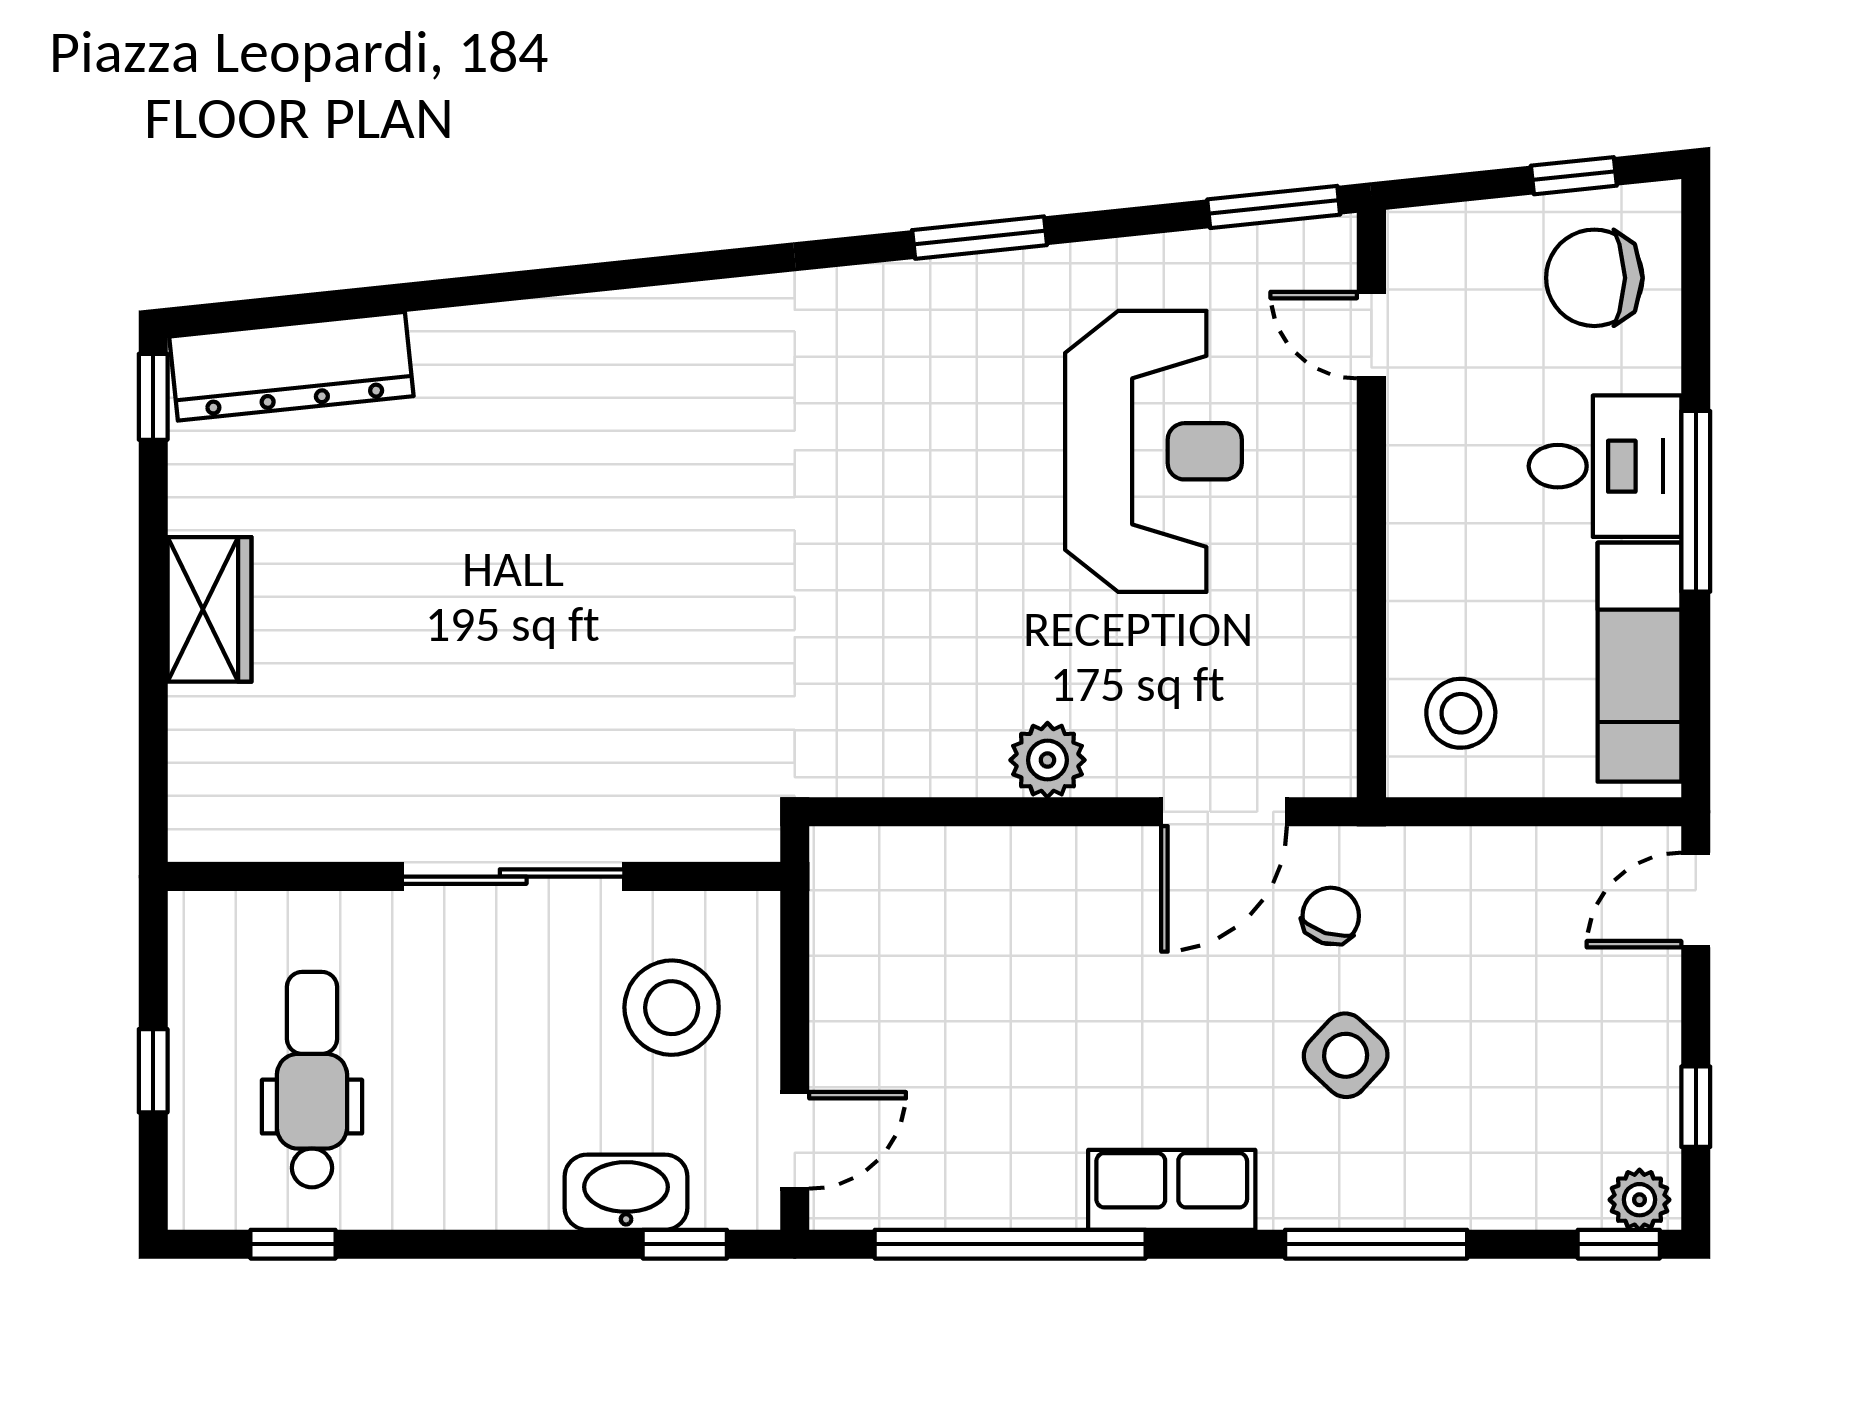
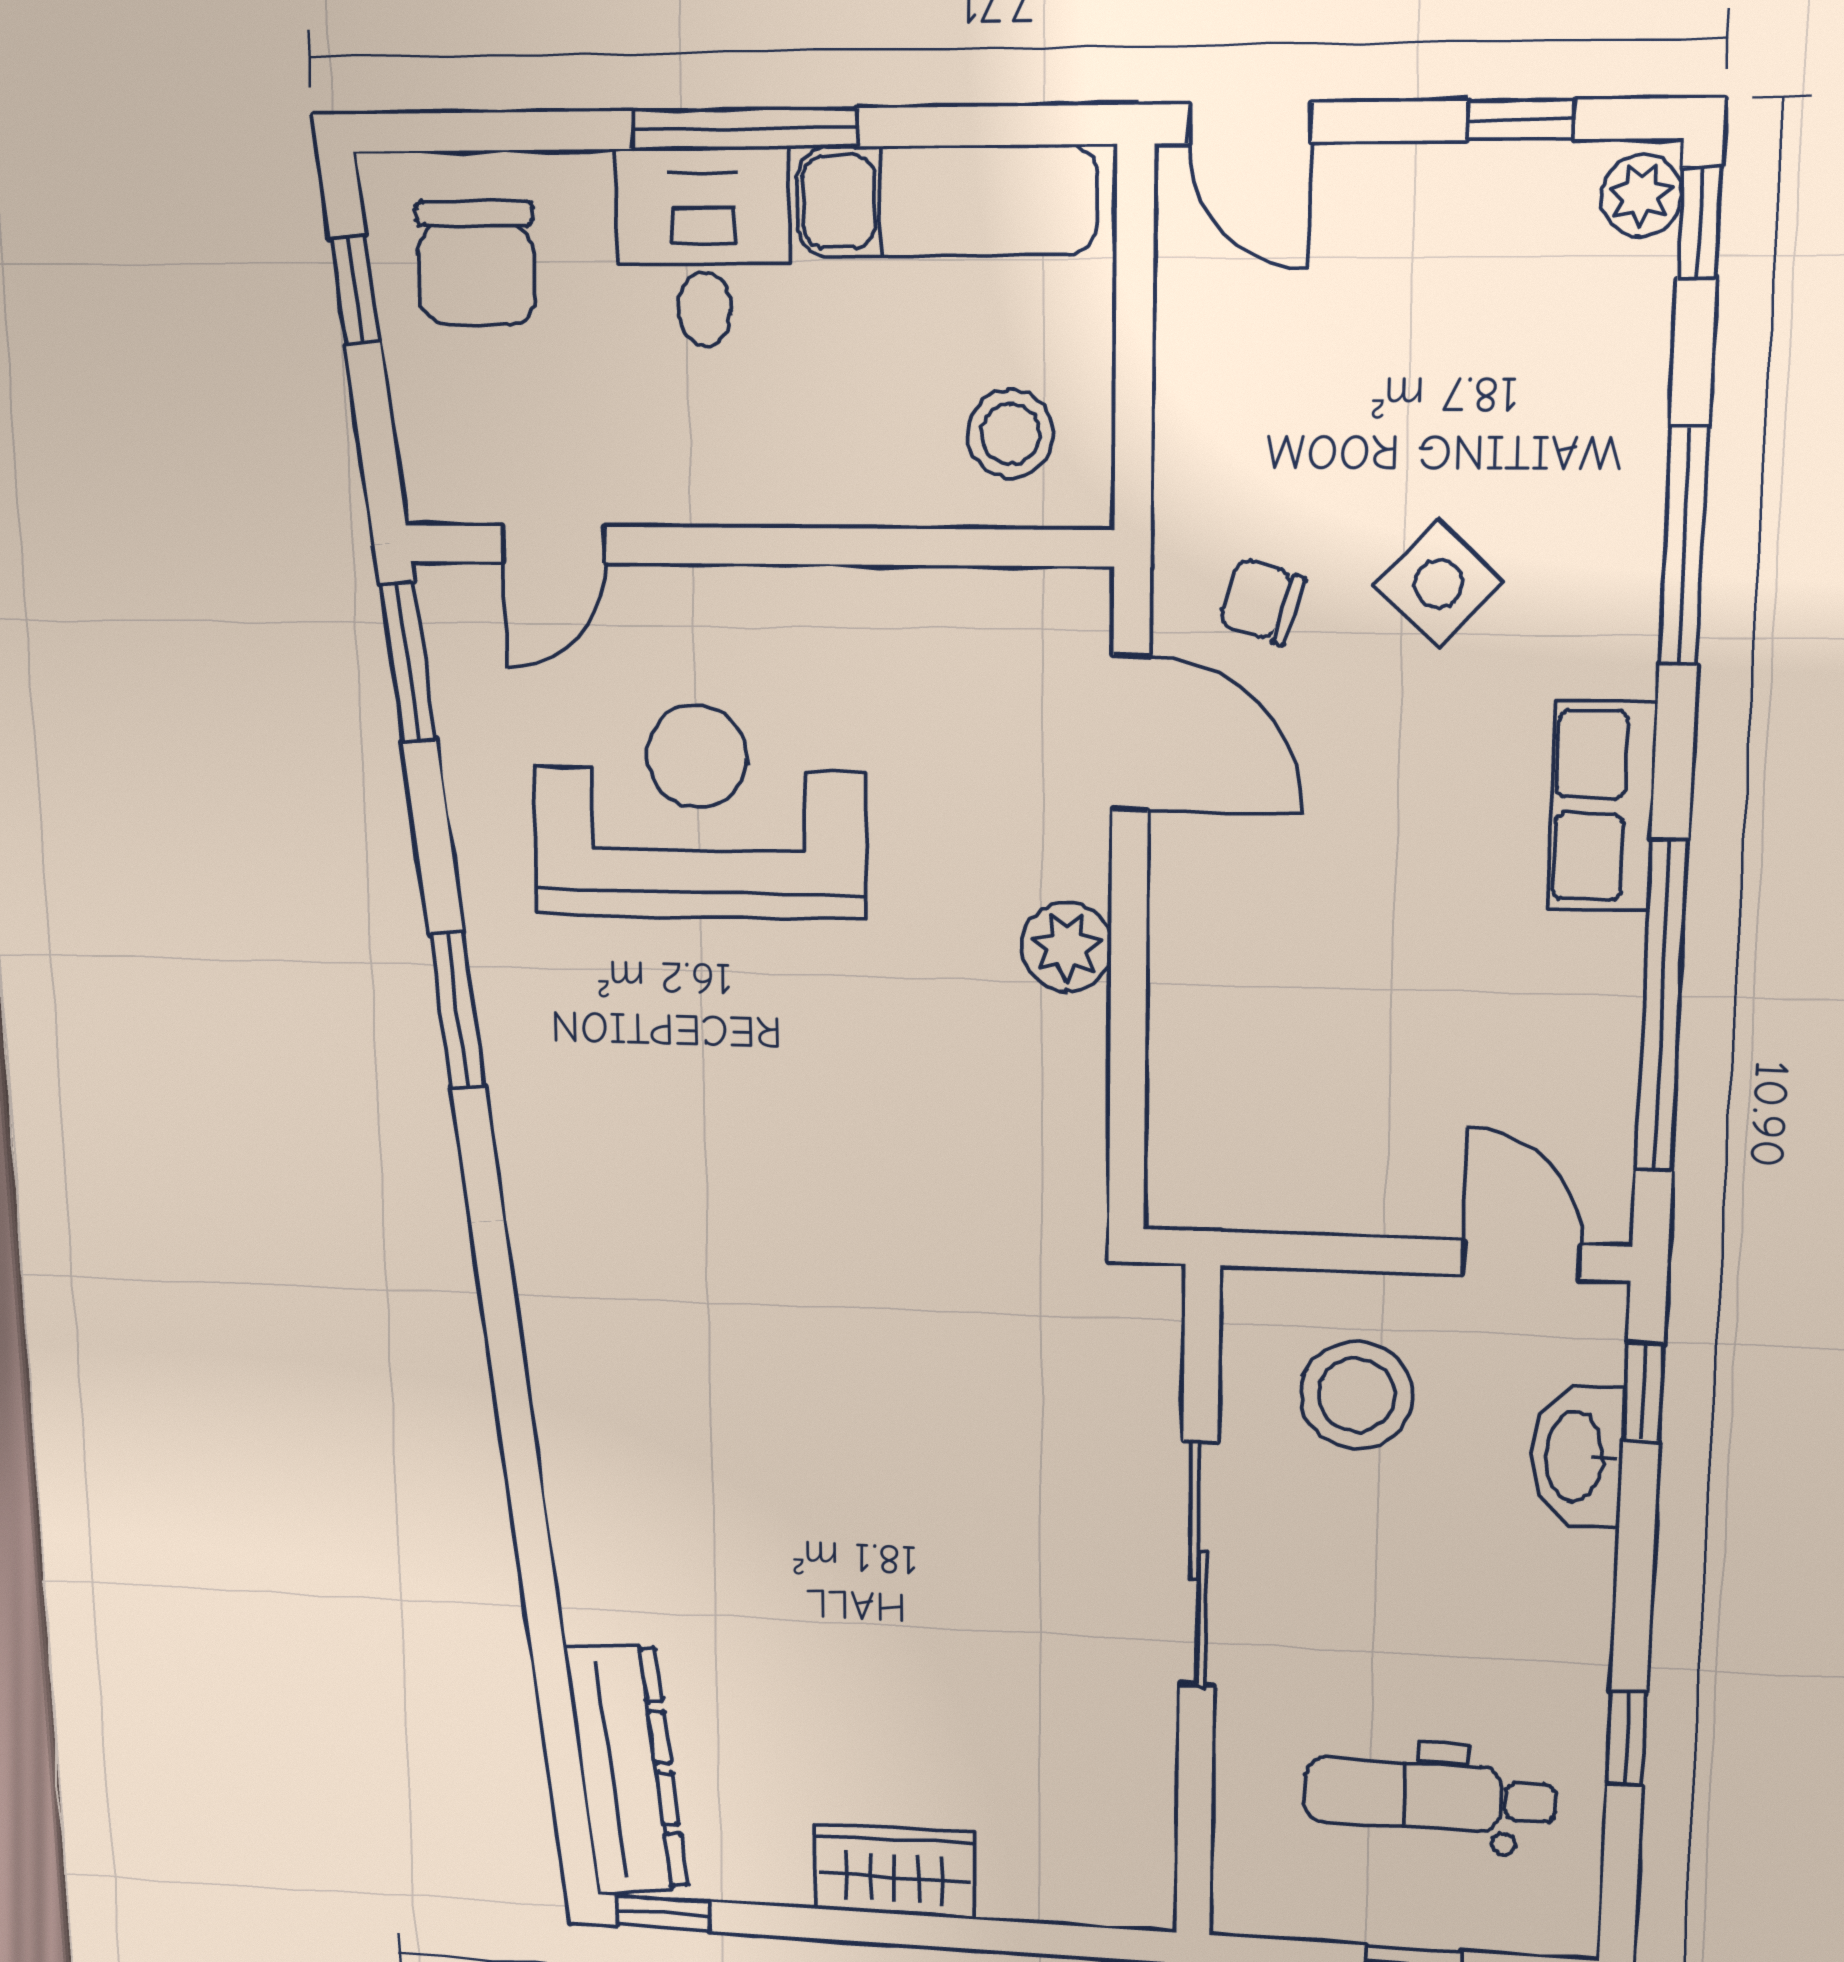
window: (293, 1244) -> (1627, 1738), moved

